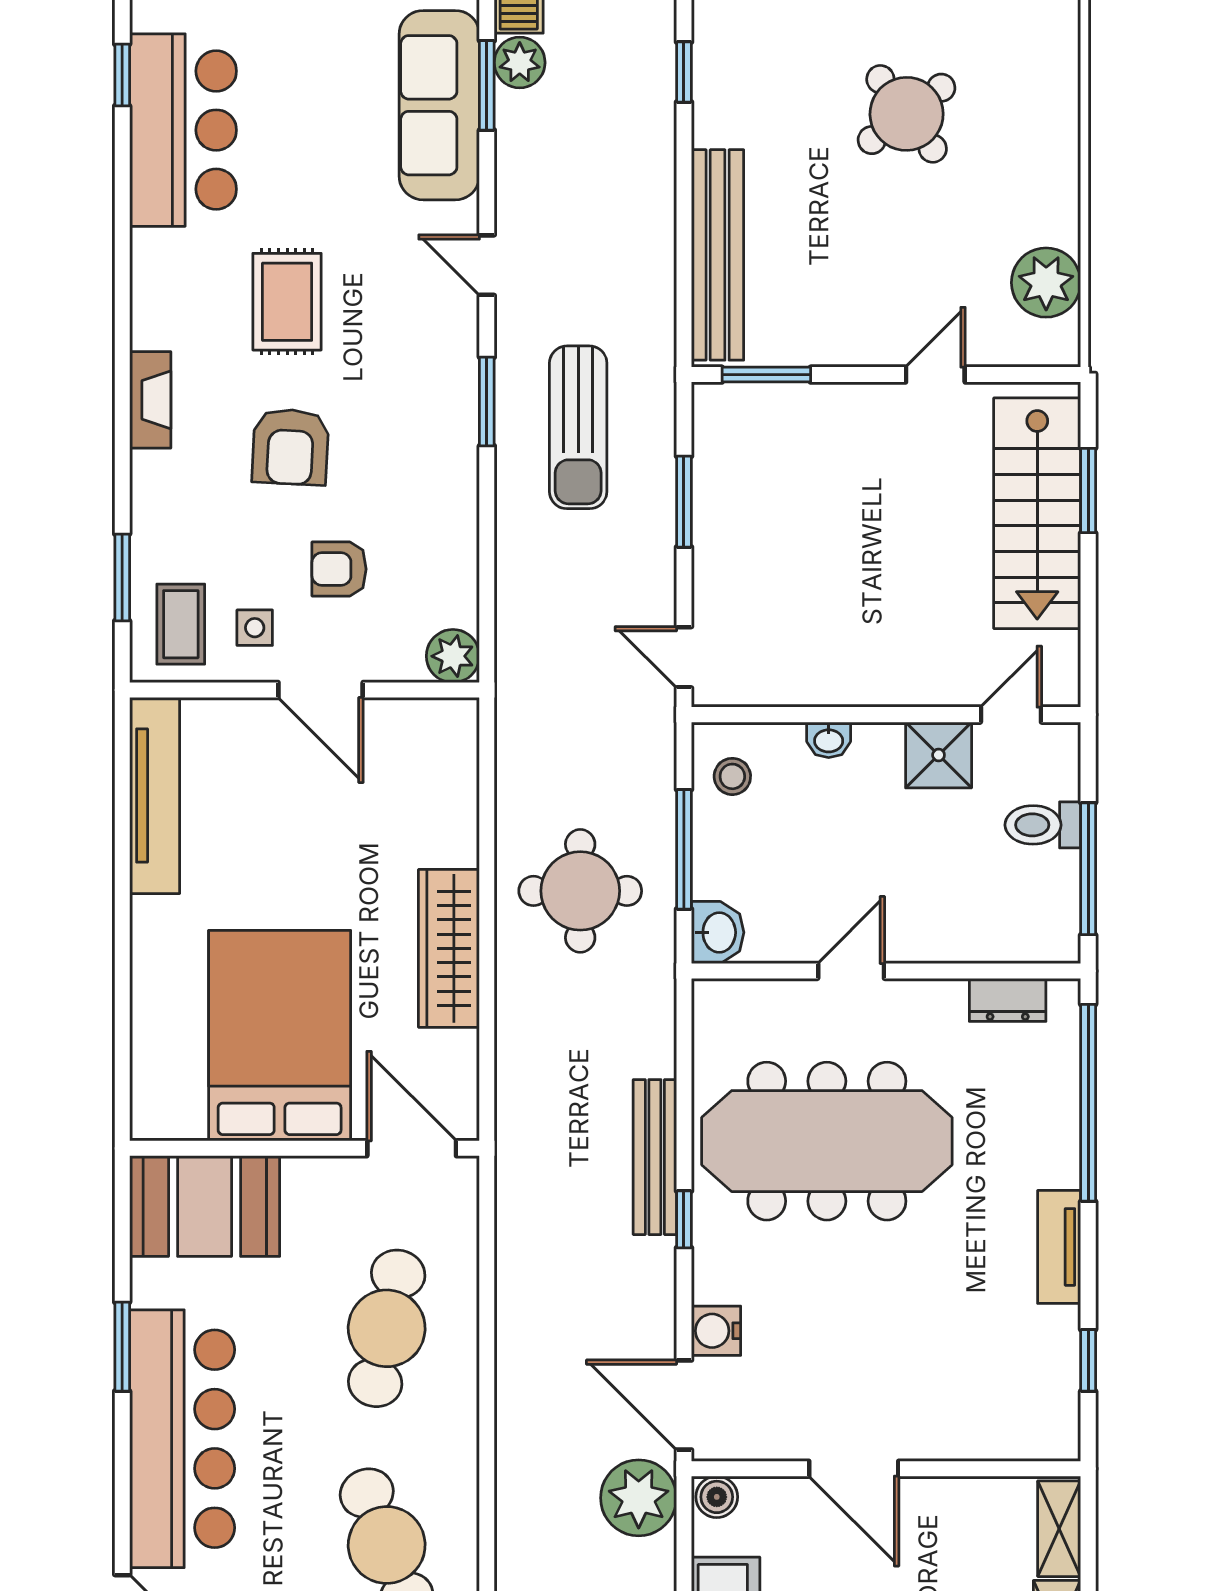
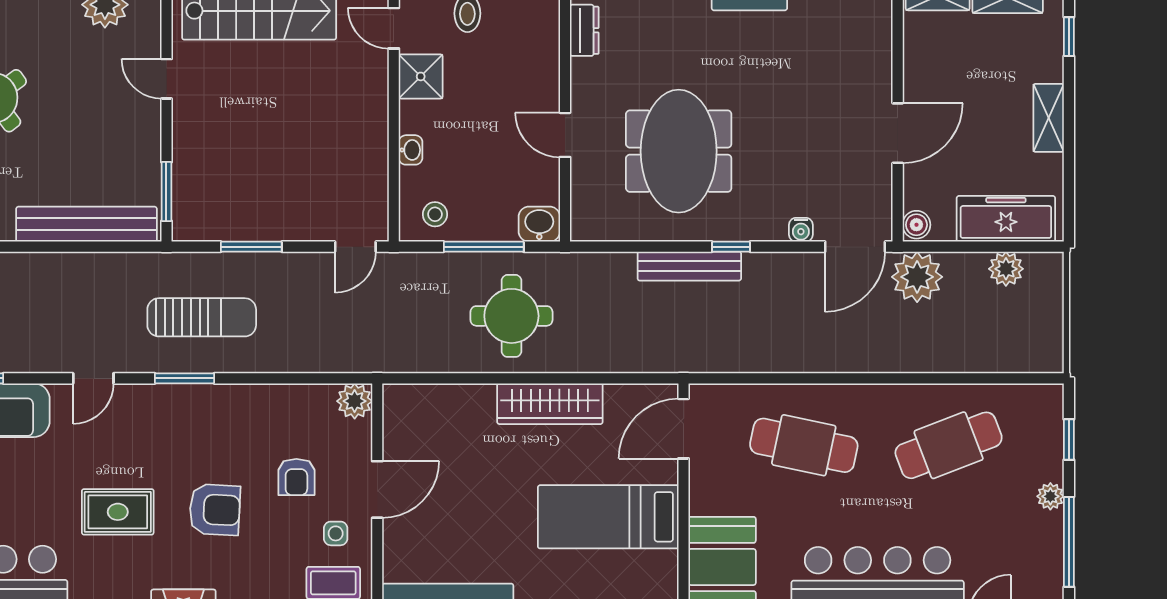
bed: (280, 1036) -> (608, 517), width x0.67
meeting table: (827, 1141) -> (679, 151), width x0.73
water cooler: (716, 1331) -> (801, 230), width x0.72, depth x0.72

